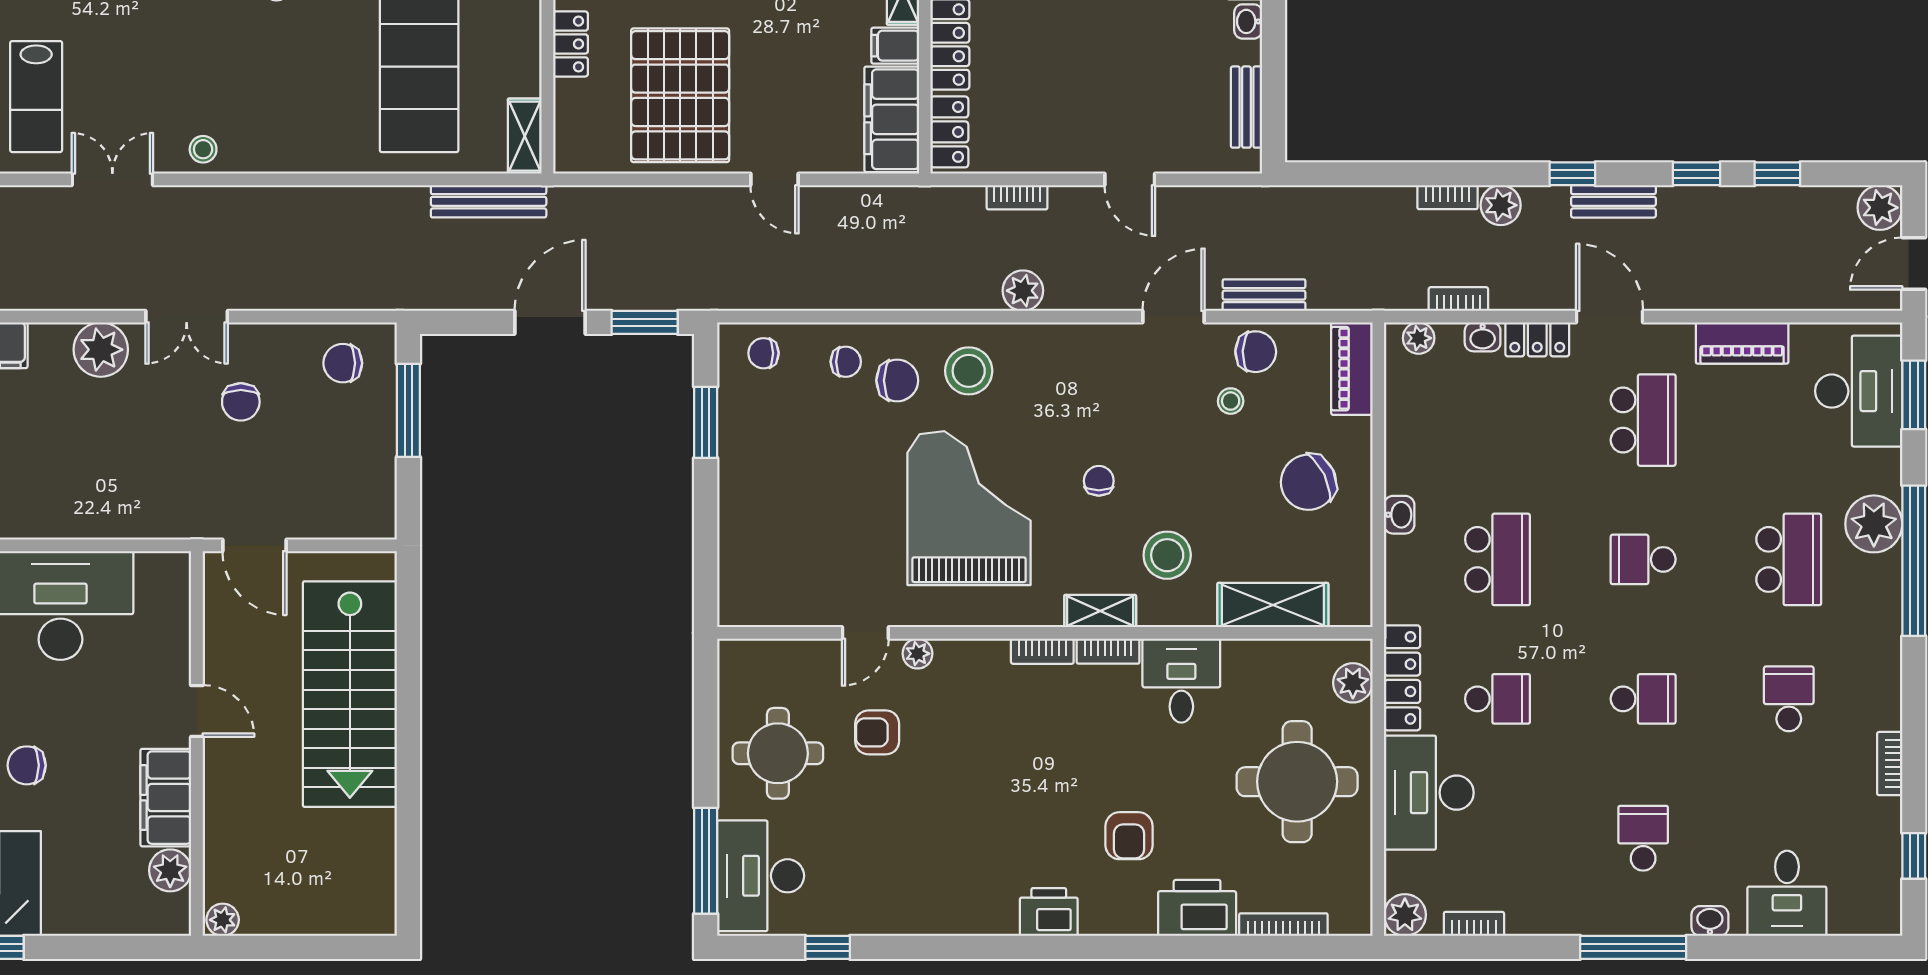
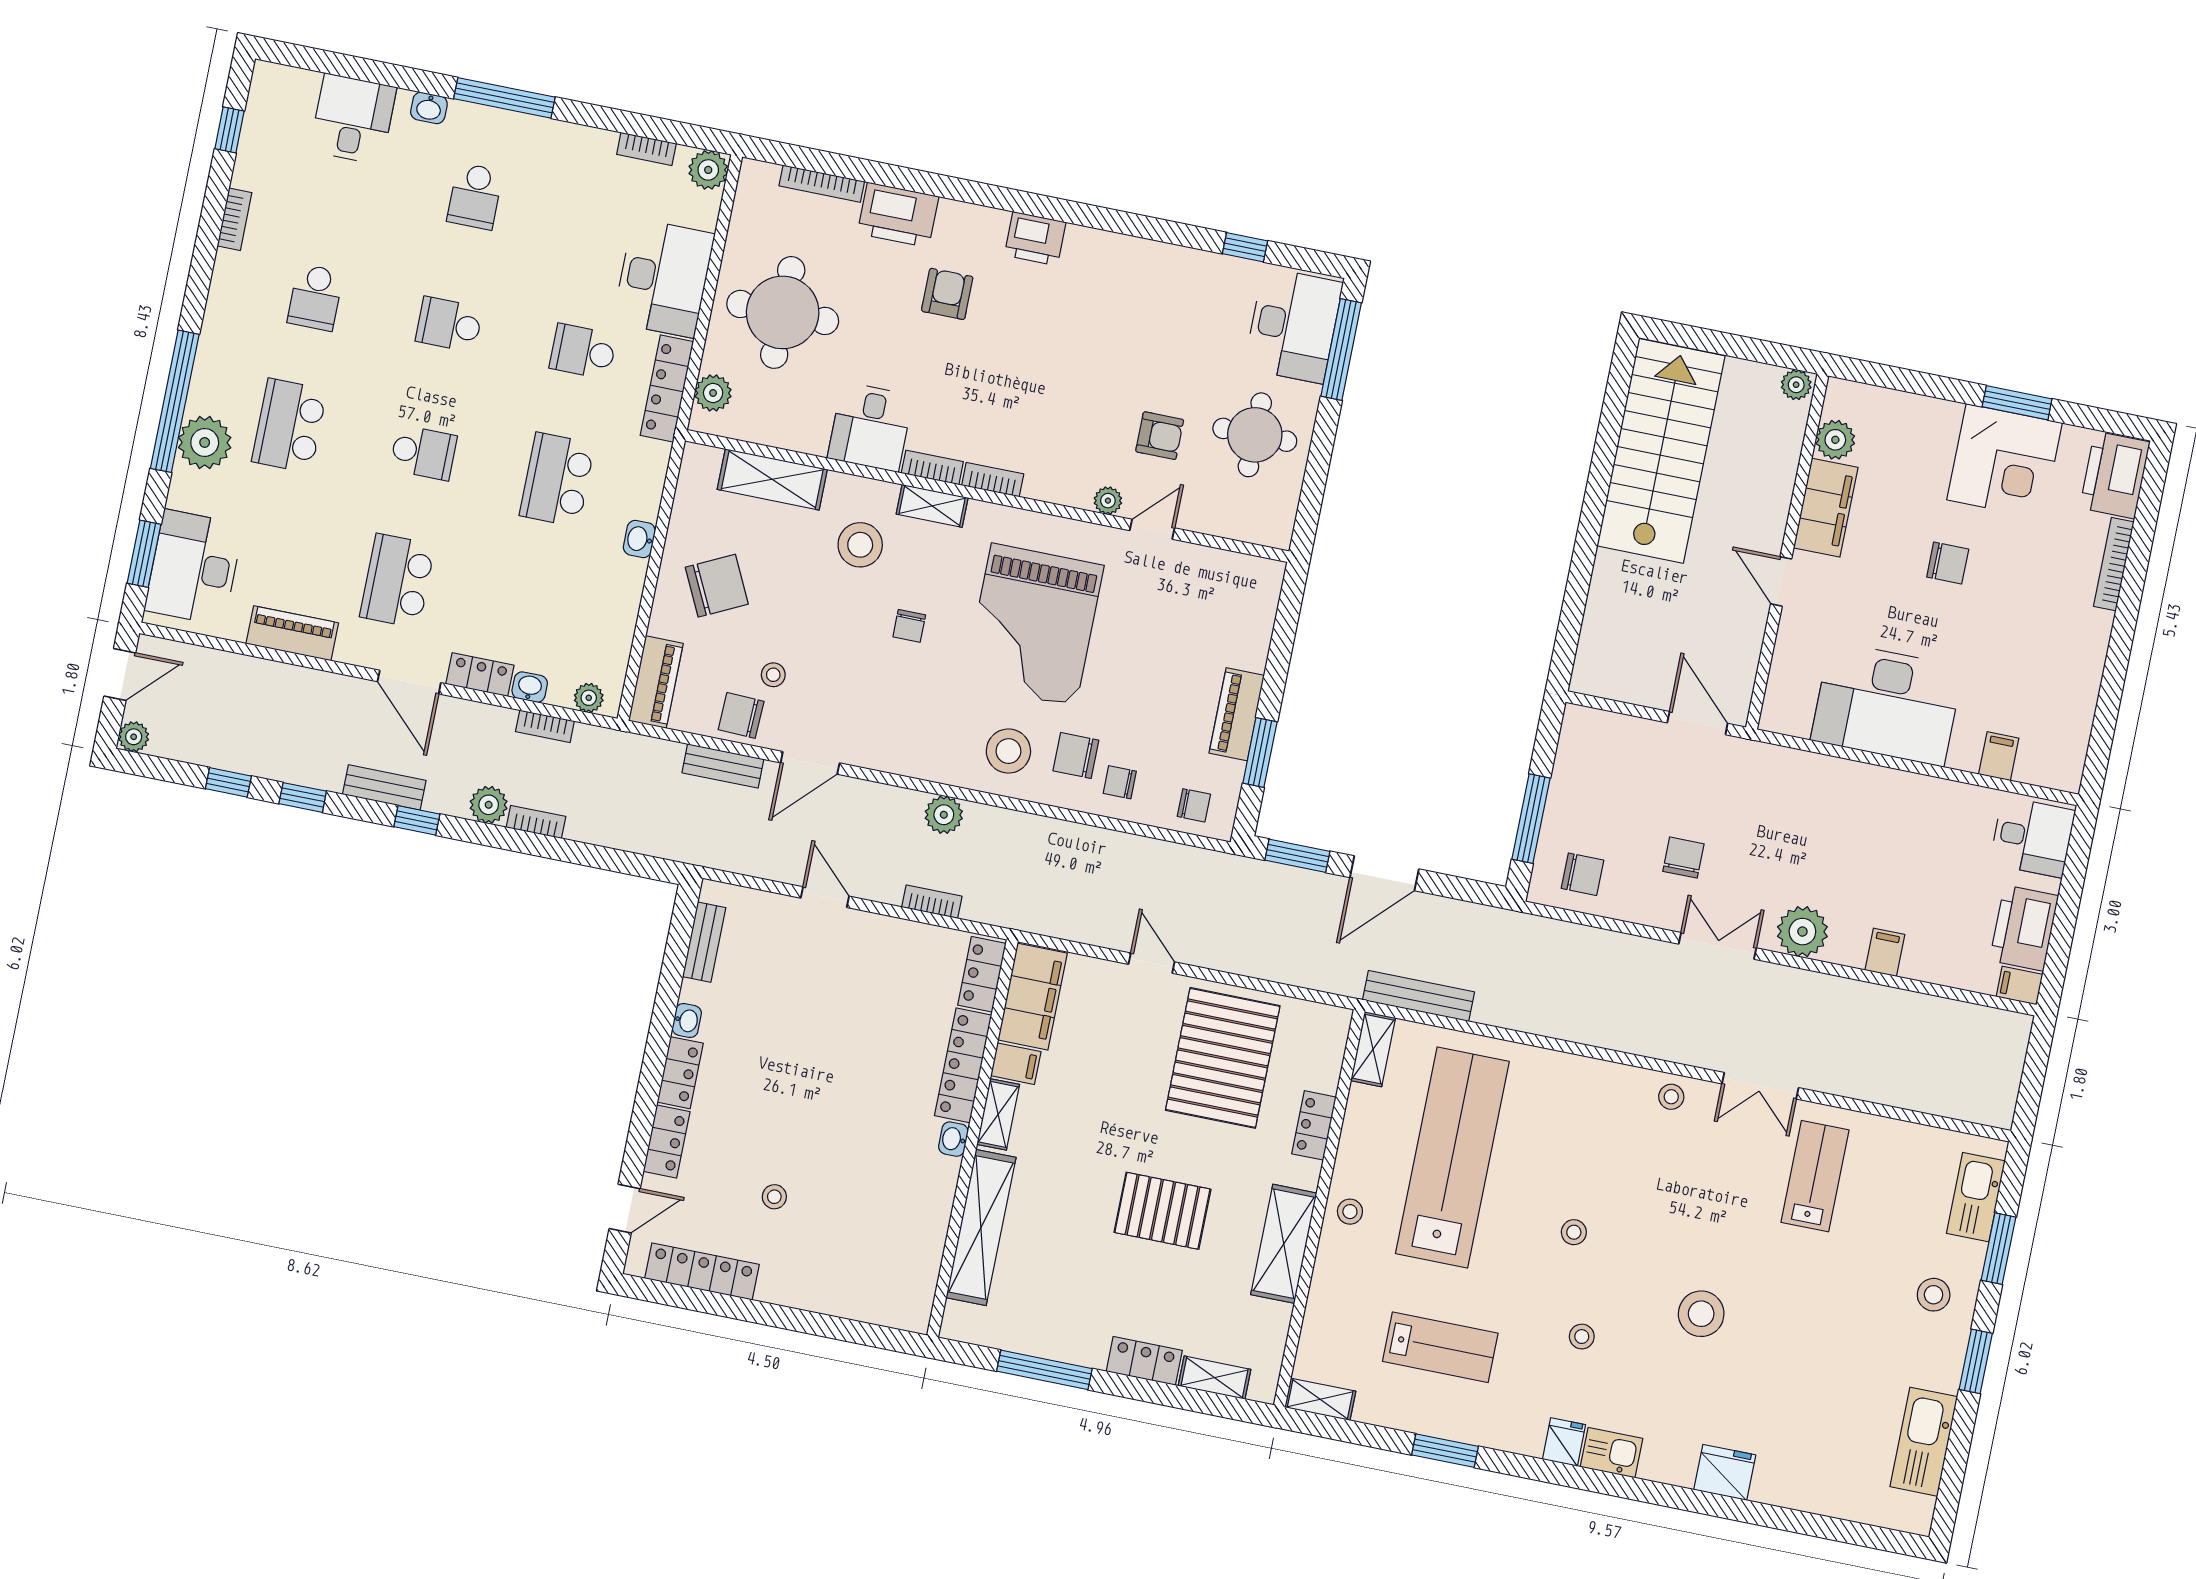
plant: (1880, 208) -> (134, 737), width x0.73, depth x0.73
piano: (738, 457) -> (1237, 714), added
stairs: (350, 694) -> (1661, 451), moved

